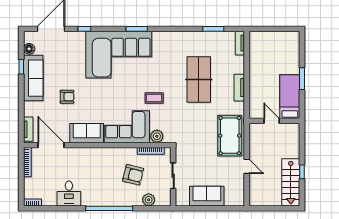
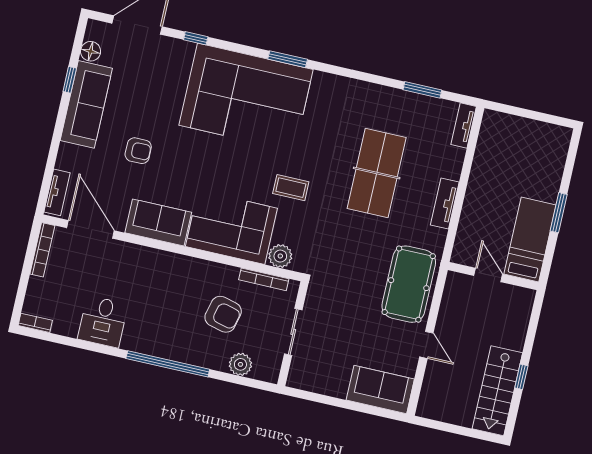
sofa: (207, 196) -> (380, 390), moved

